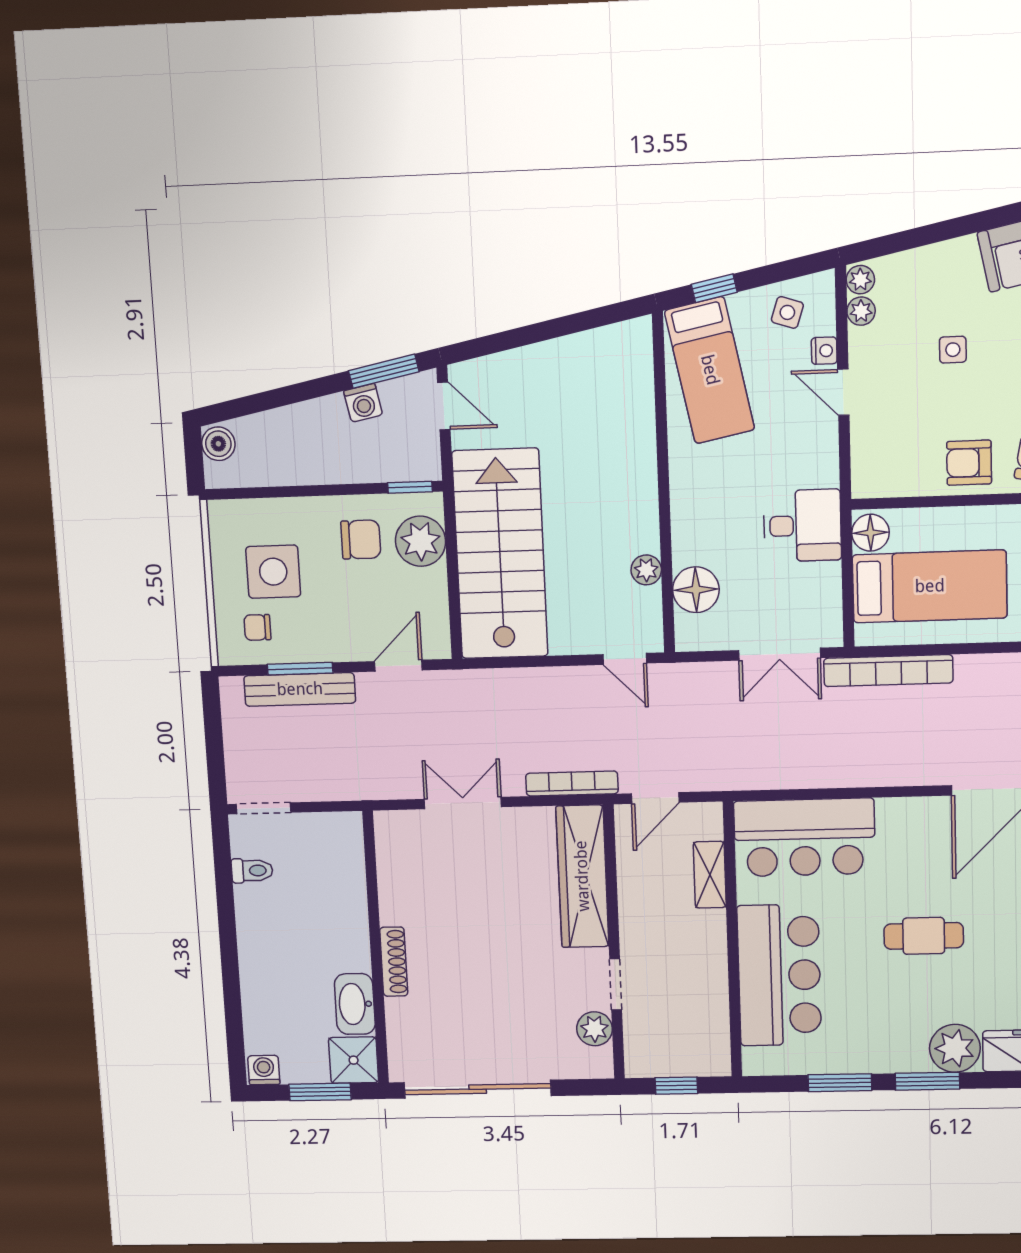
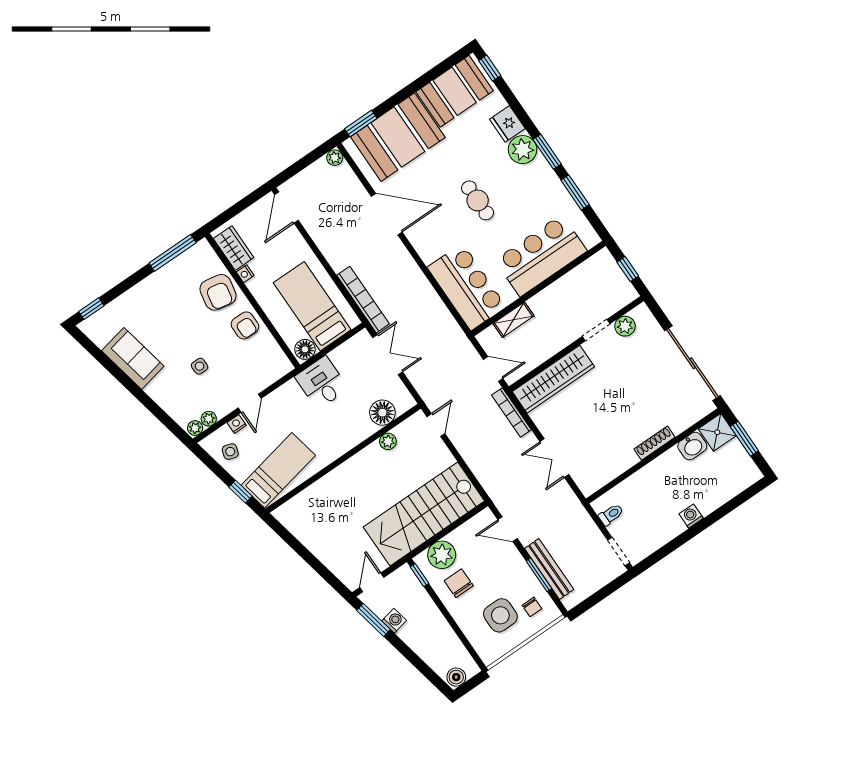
toilet: (252, 871) -> (611, 515), moved, turned 90
washbasin: (355, 1004) -> (692, 446), width x0.72
washing machine: (264, 1070) -> (691, 516), moved, turned 90

